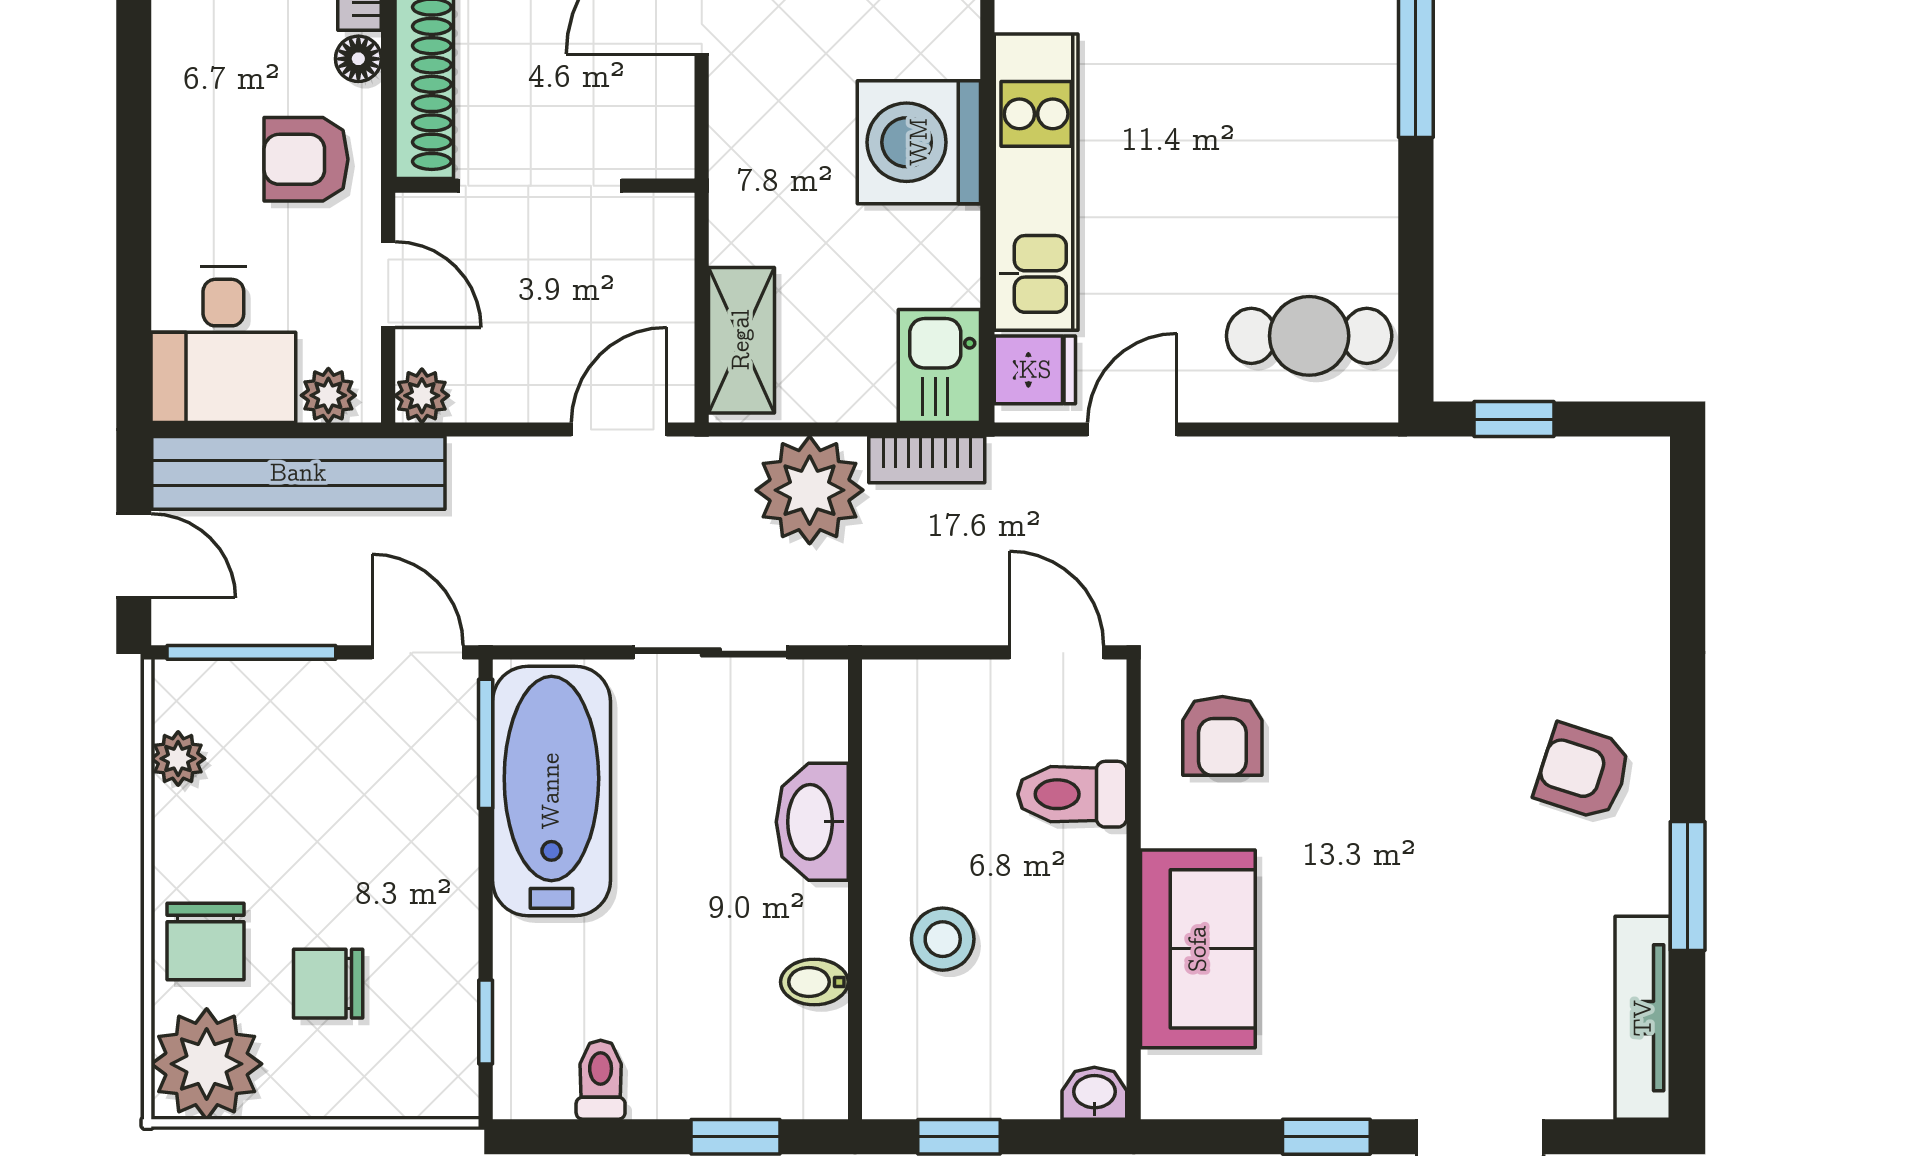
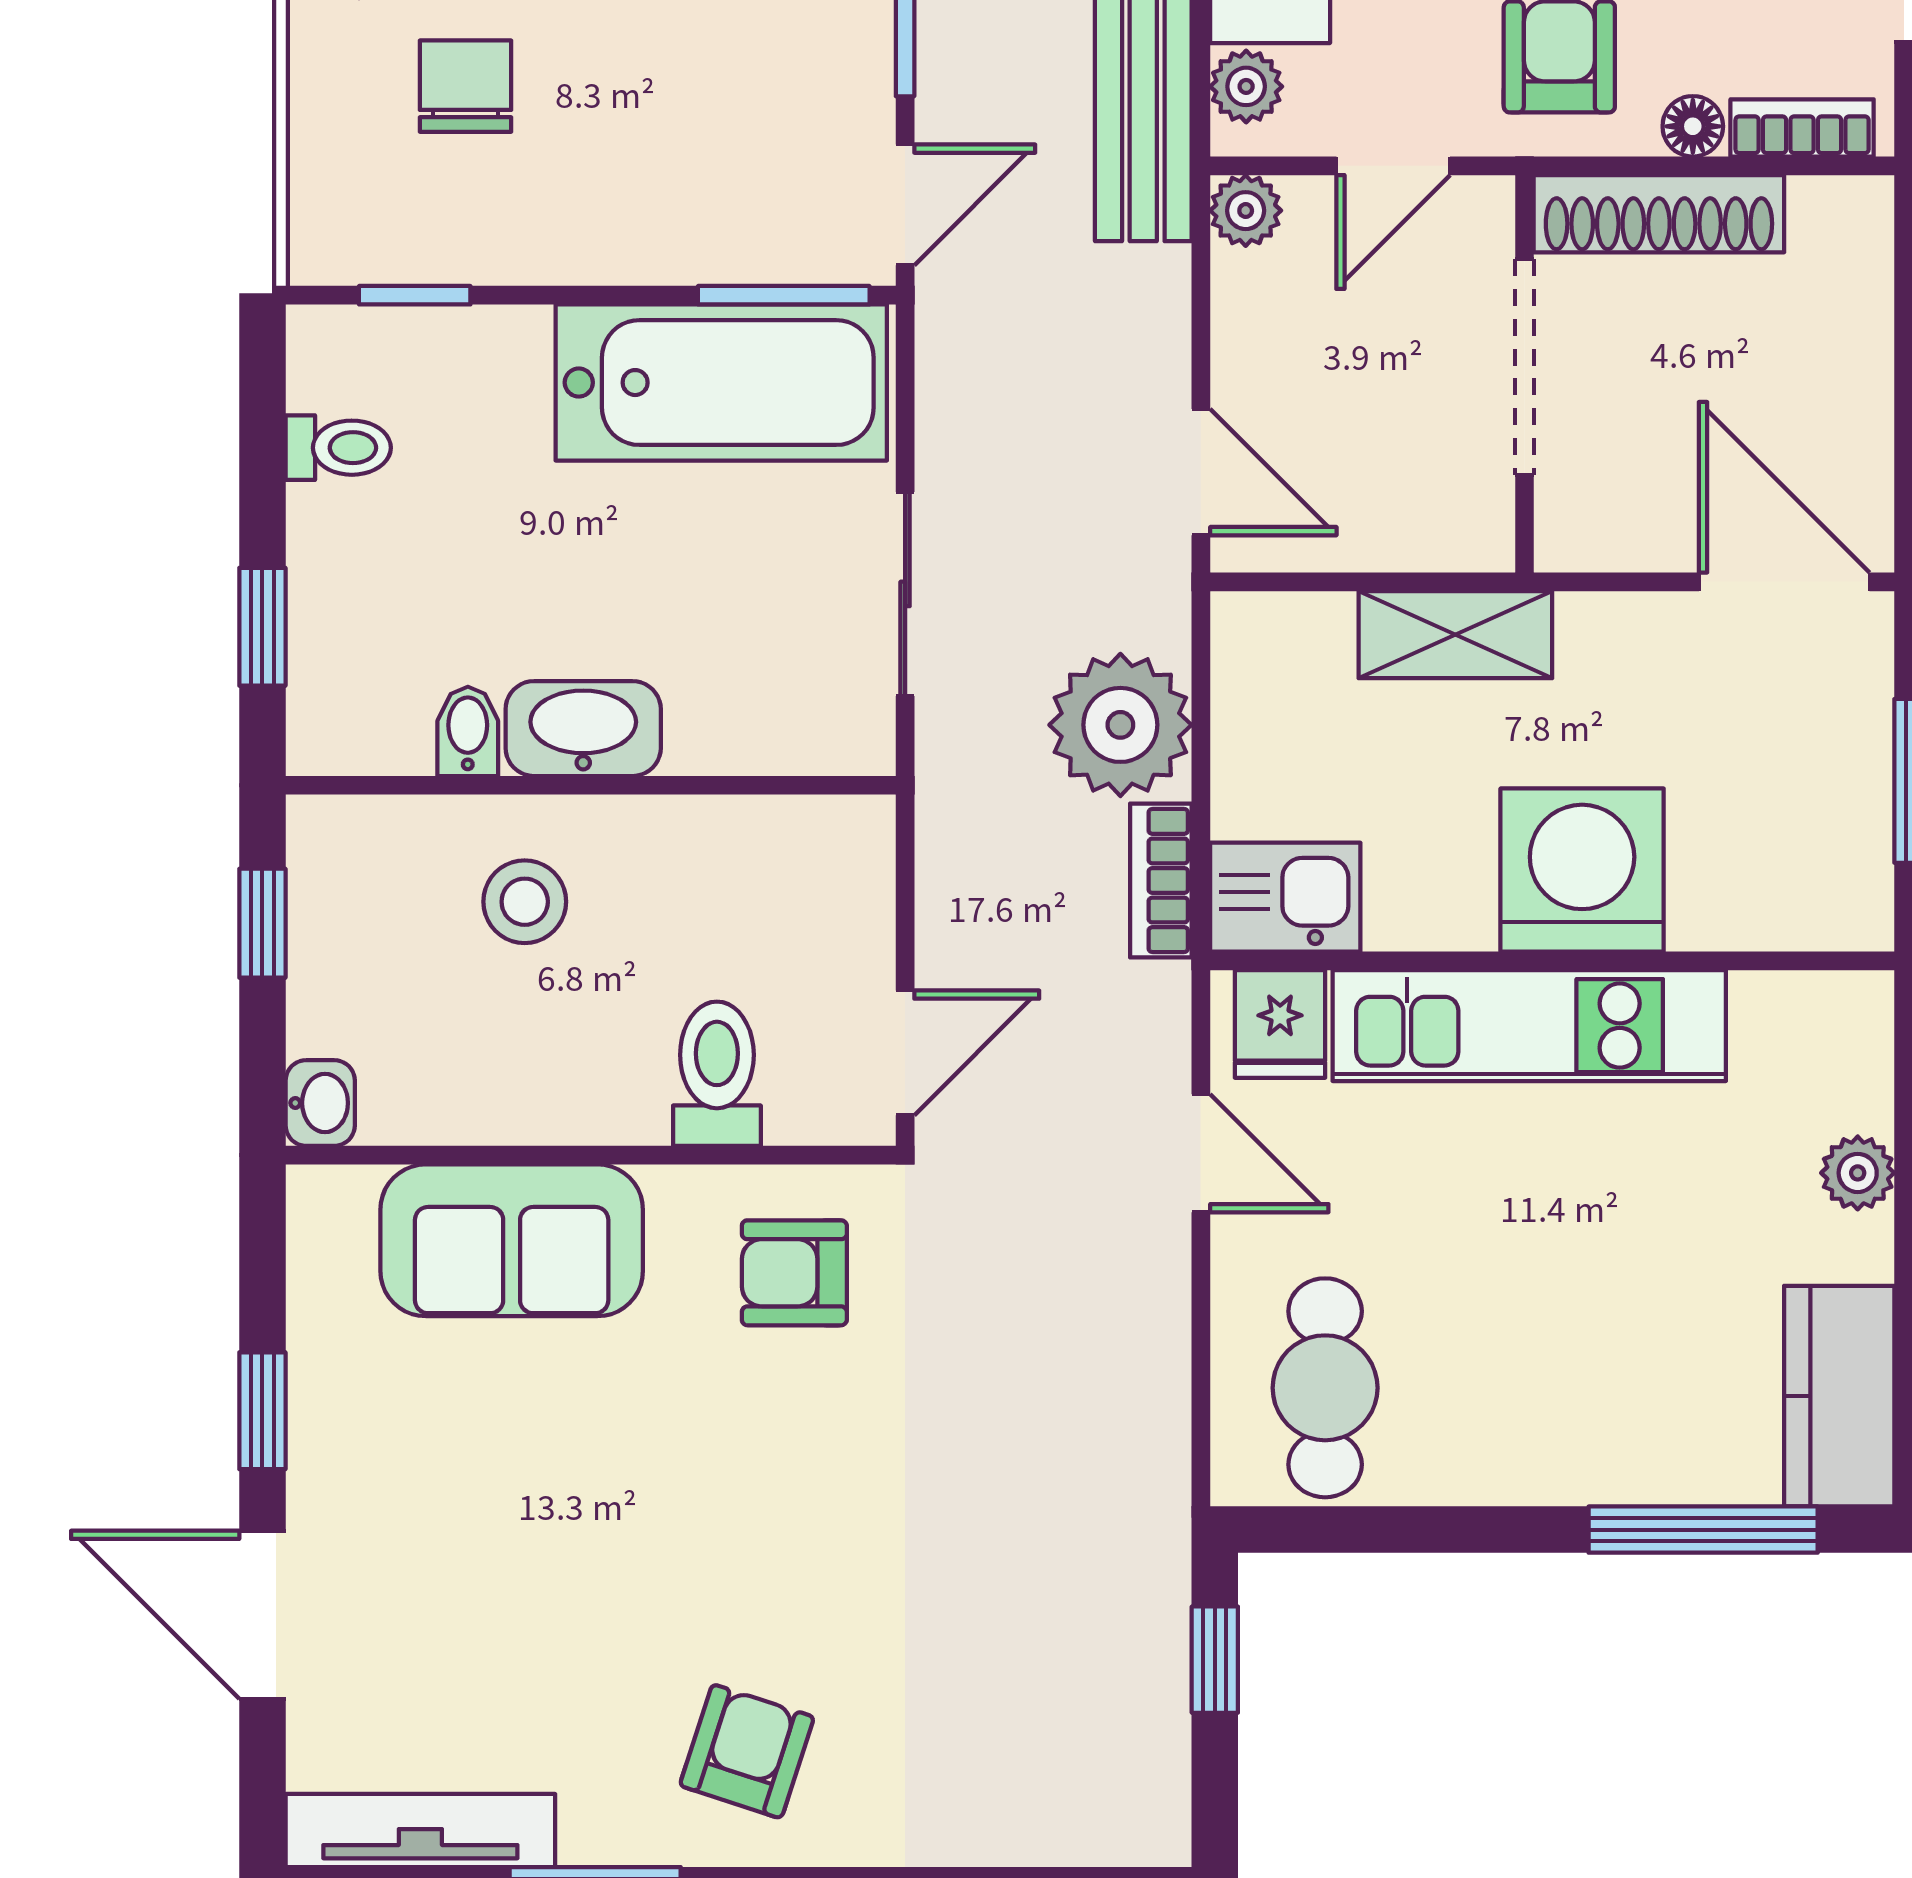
shelving: (741, 340) -> (1455, 635), moved
washbasin: (812, 822) -> (583, 729), moved

